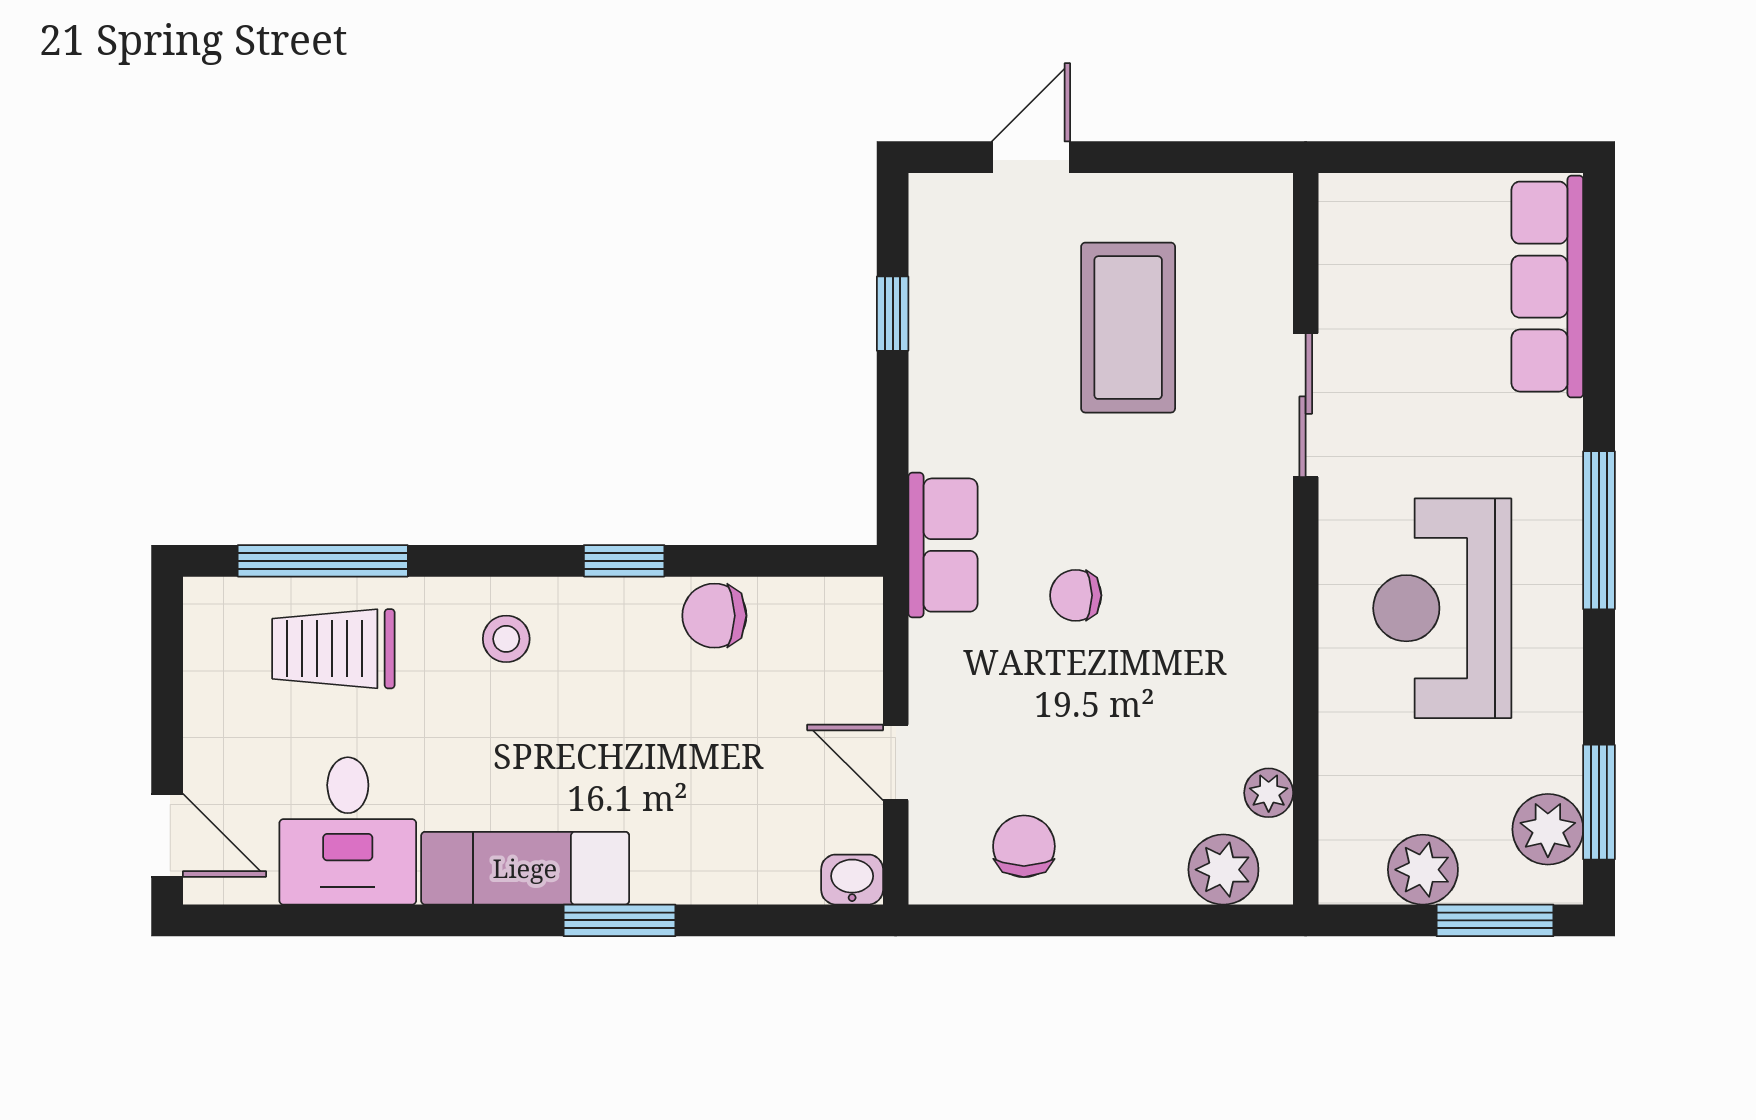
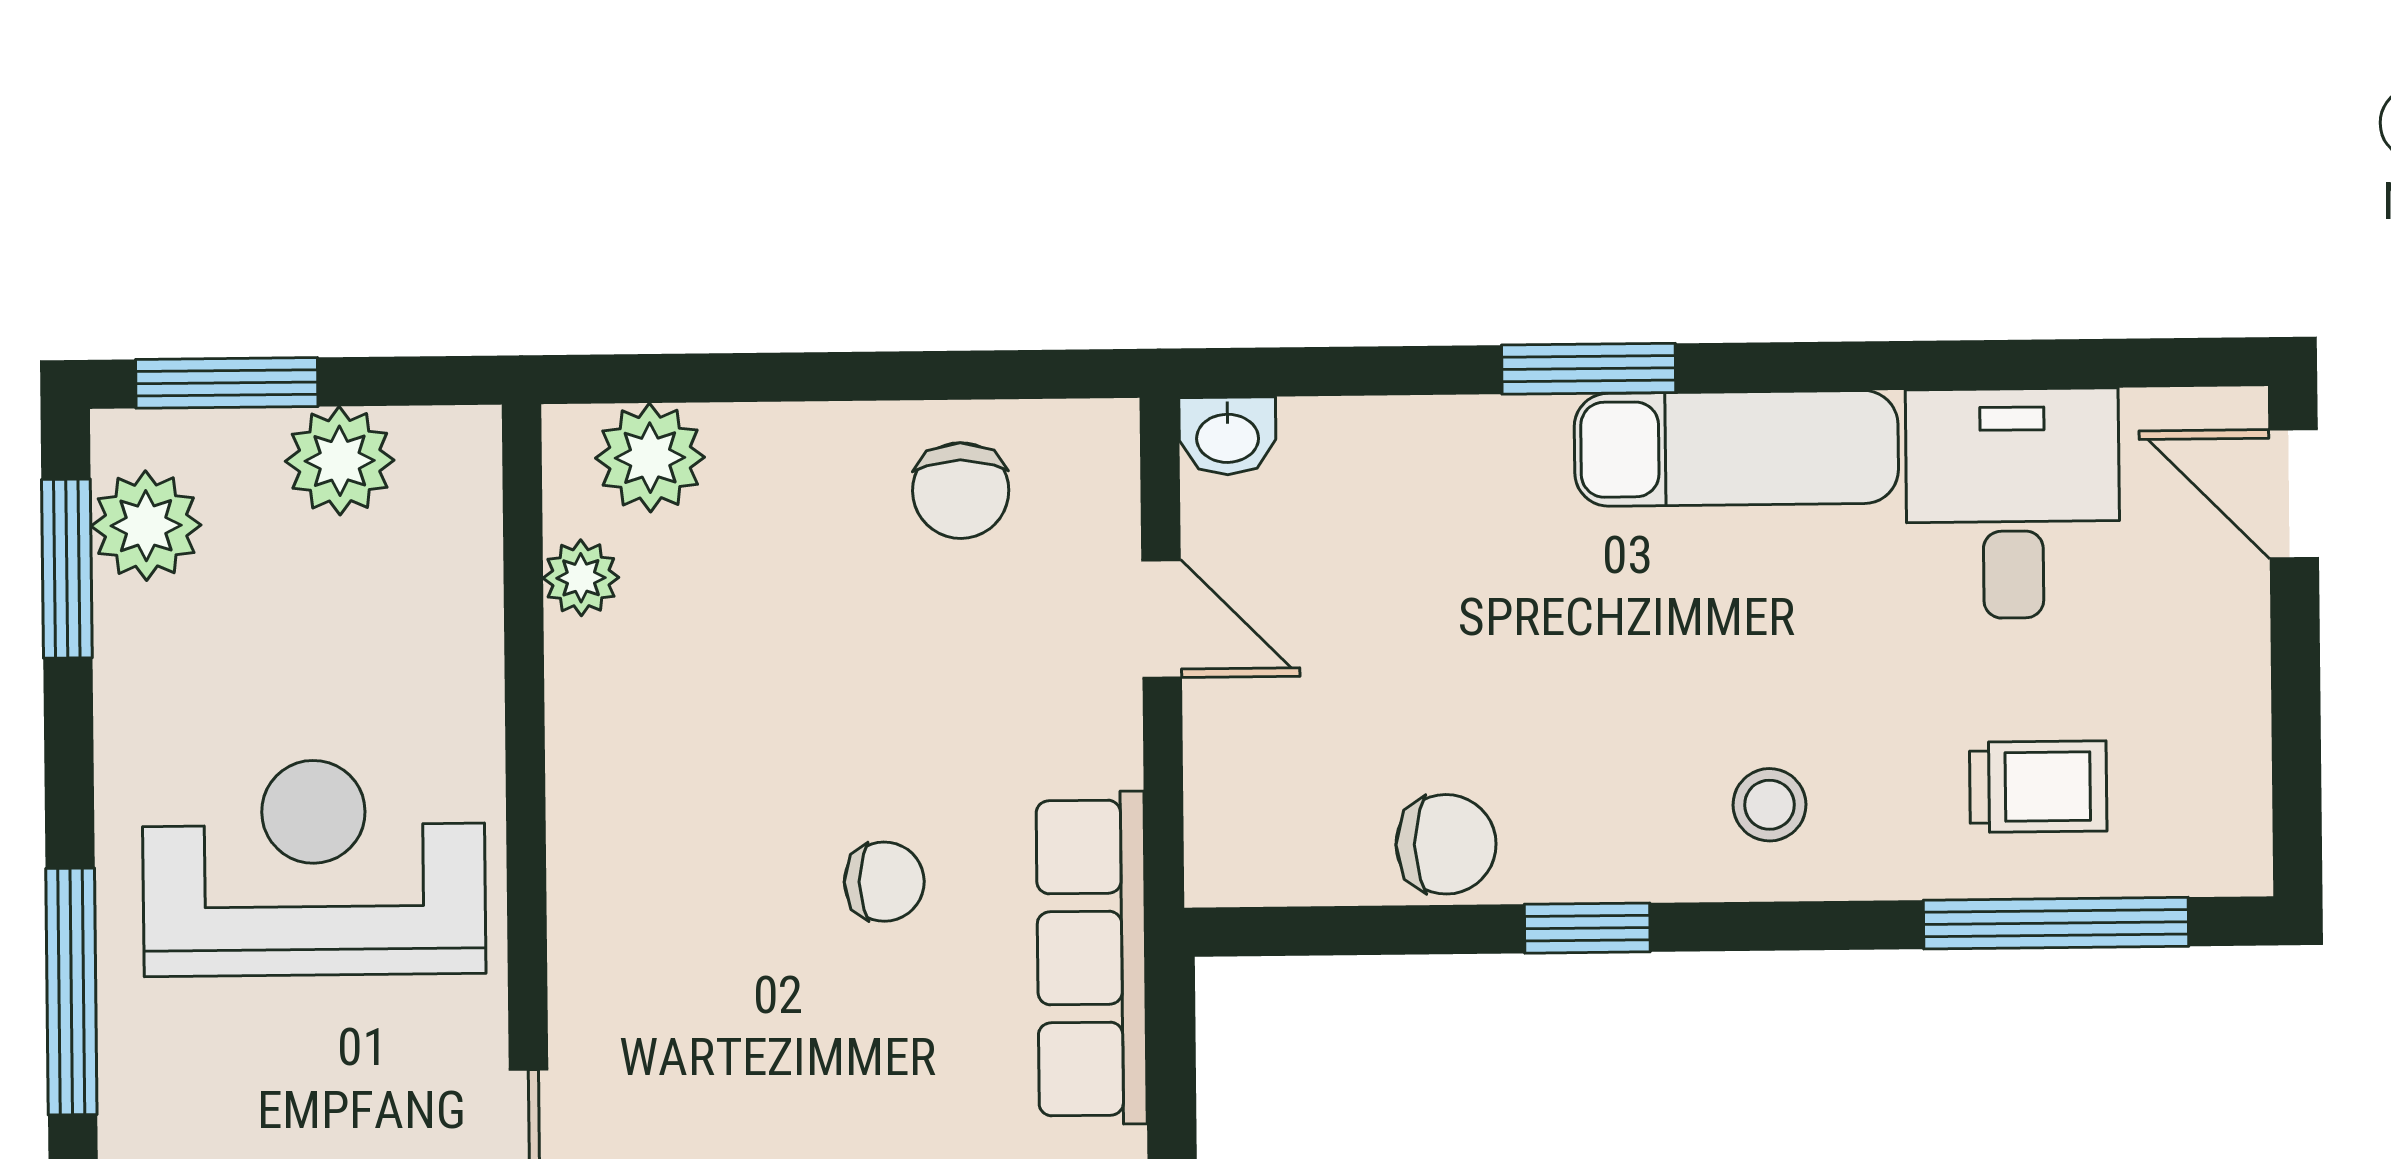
row of seats: (943, 545) -> (1092, 958), width x1.48
reception desk: (1442, 608) -> (314, 868), turned -90
trolley: (333, 649) -> (2038, 787), width x0.73, depth x0.72

